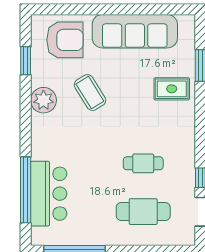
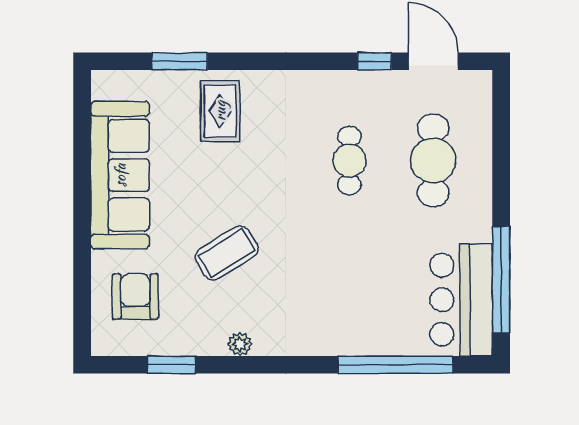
armchair: (65, 40) -> (135, 296), width x0.73, depth x0.73
plant: (43, 100) -> (240, 344), width x0.53, depth x0.53
bar counter: (49, 194) -> (461, 300), moved, turned -90

